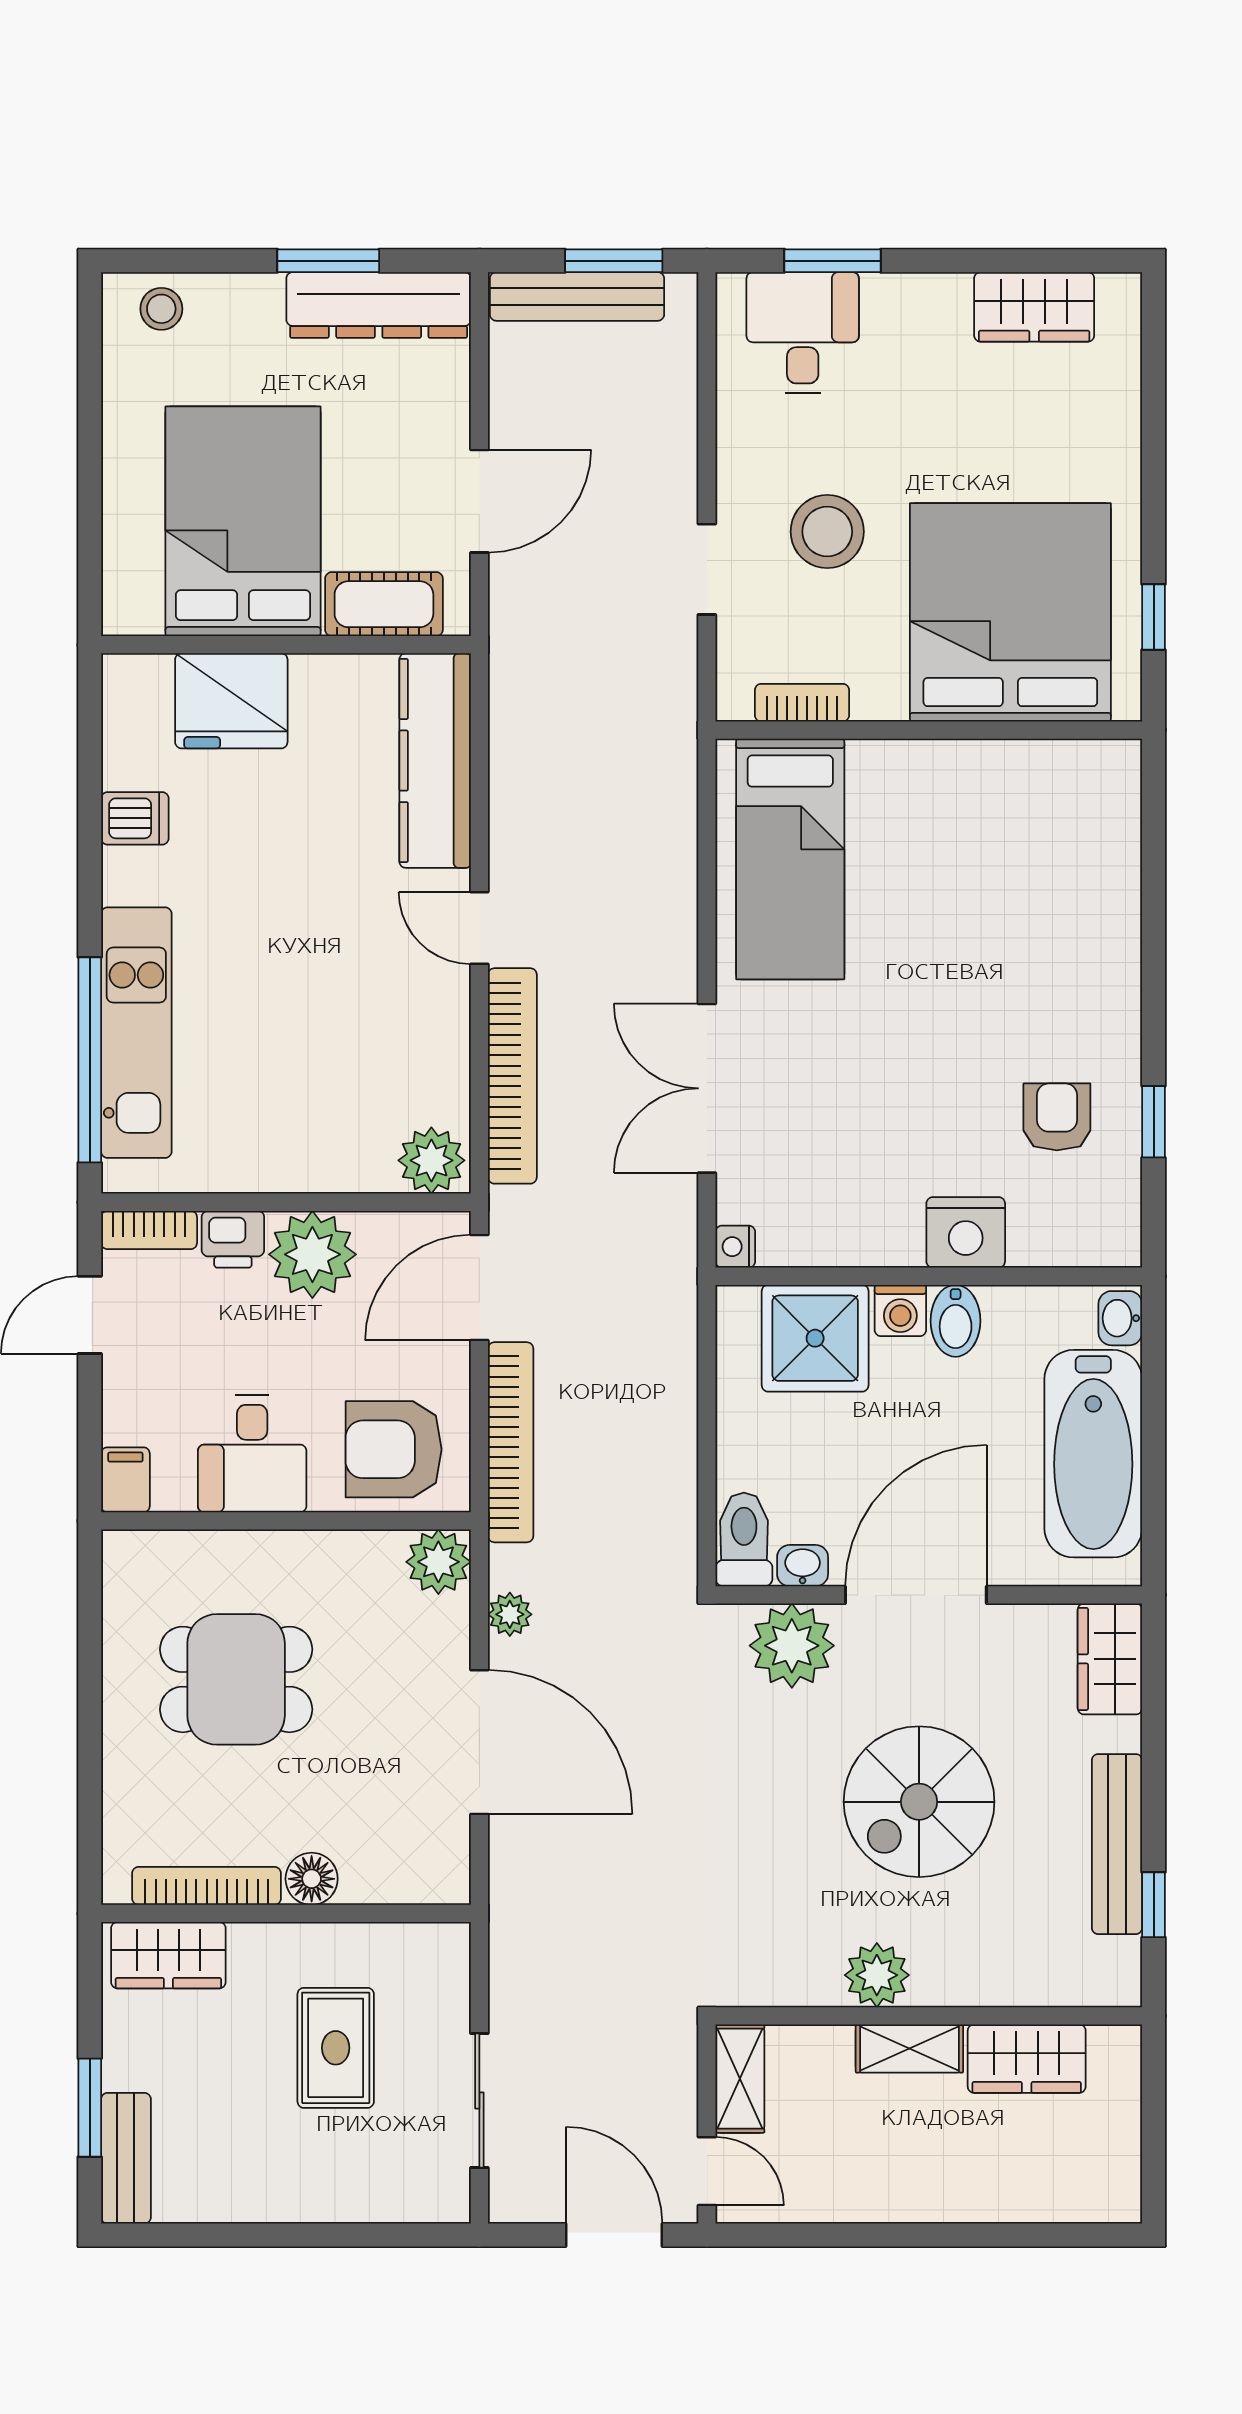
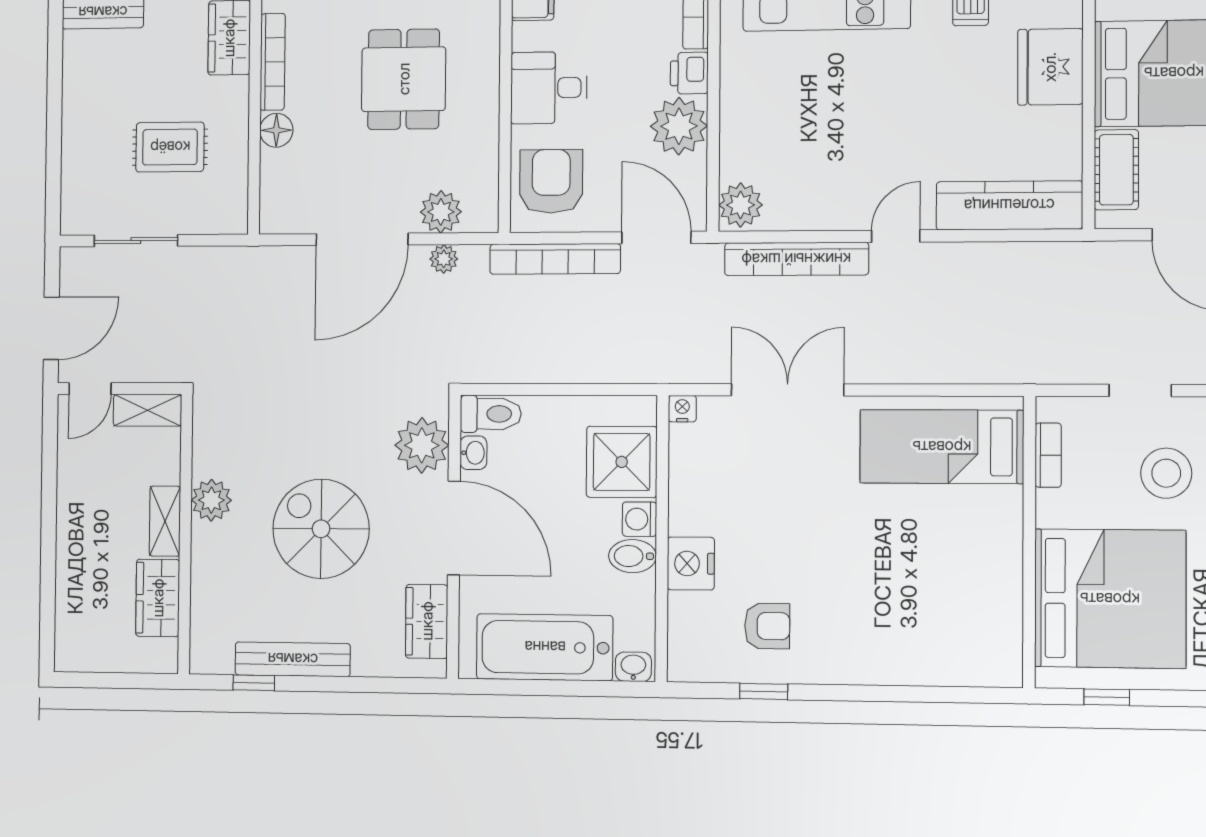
plant: (438, 1562) -> (441, 212), moved
wardrobe: (1110, 1659) -> (427, 621), moved, turned -90

